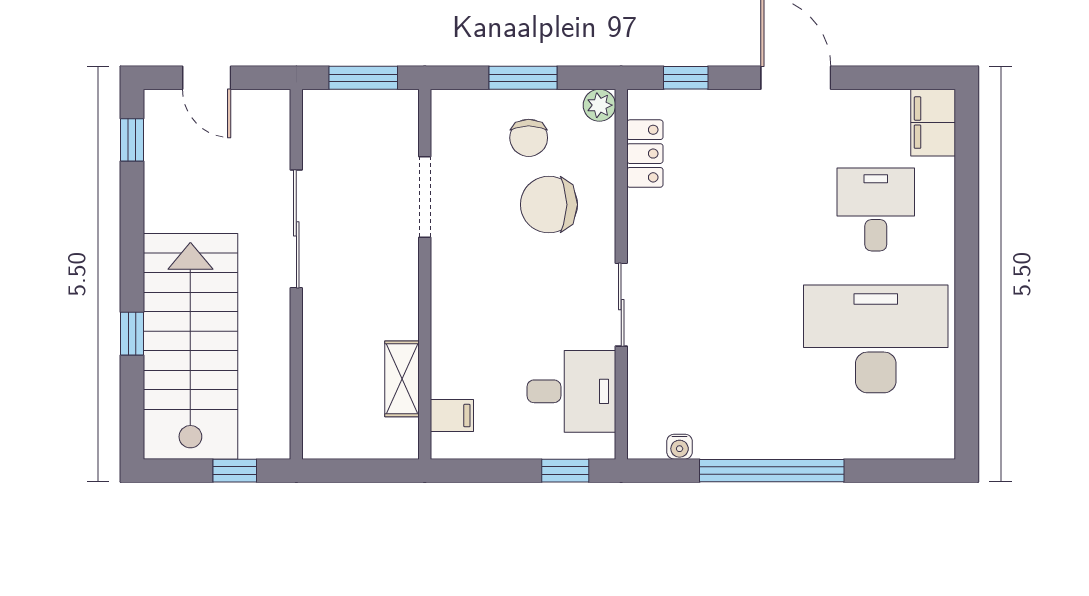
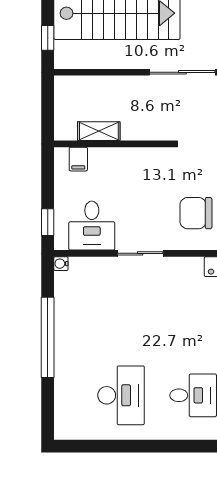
chair: (549, 205) -> (196, 213), turned -90
desk: (876, 339) -> (121, 395), width x0.73, depth x0.77
water cooler: (680, 447) -> (61, 264), moved

